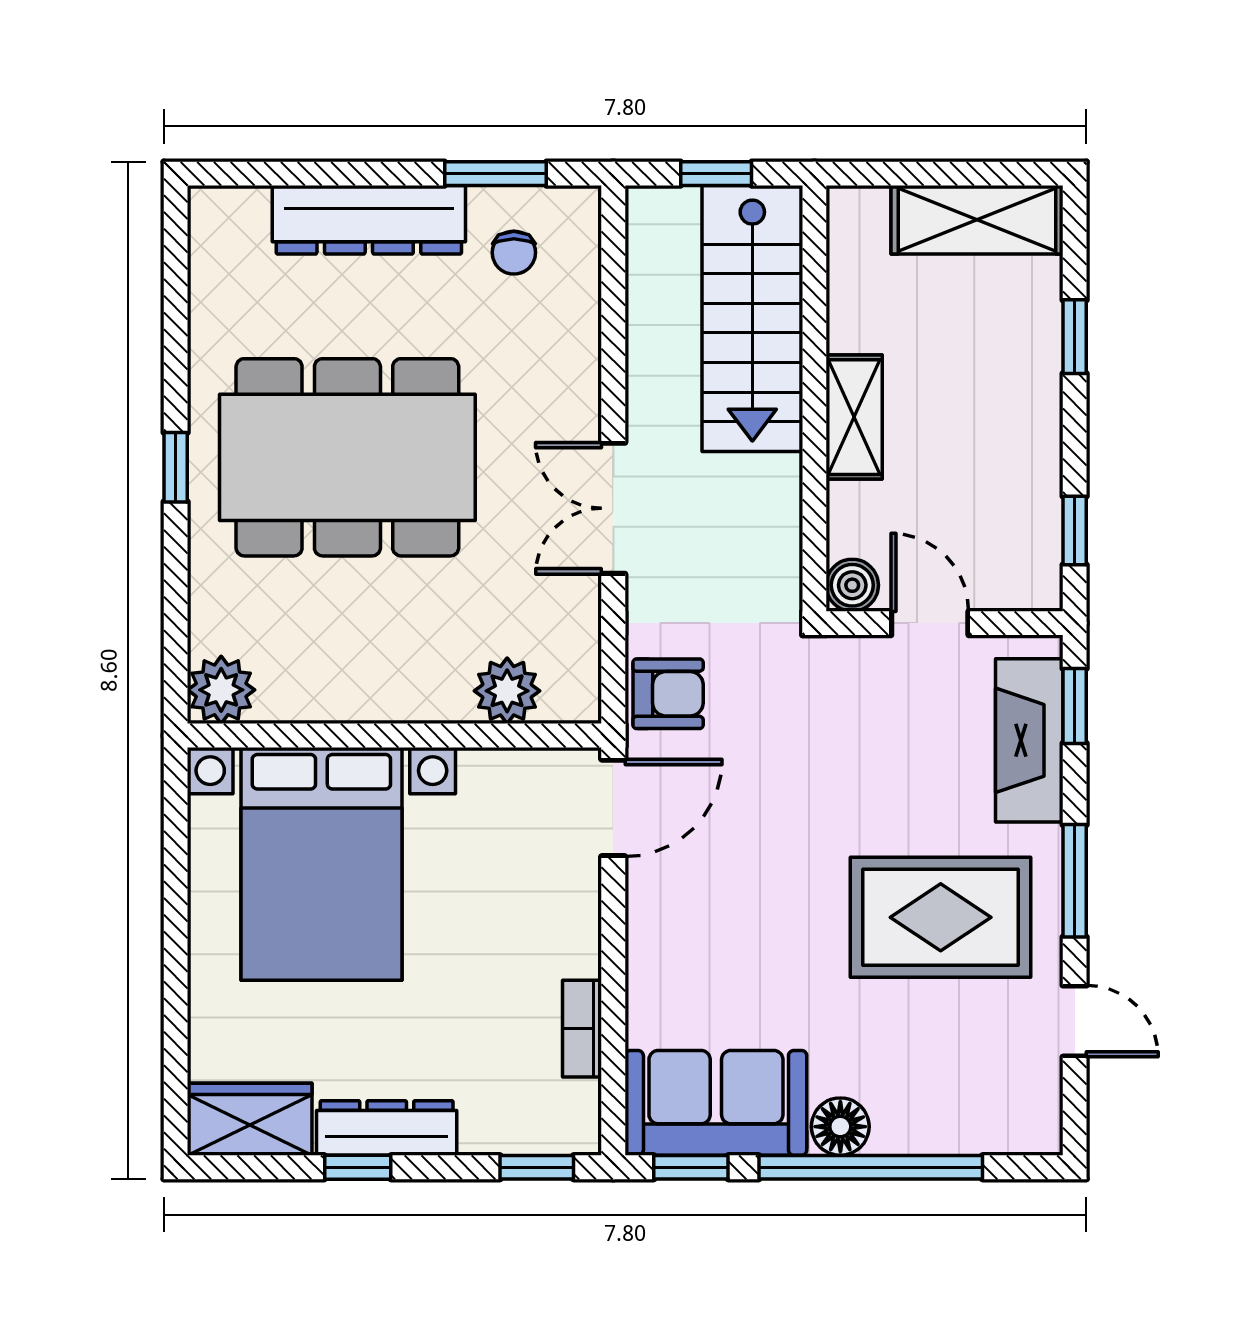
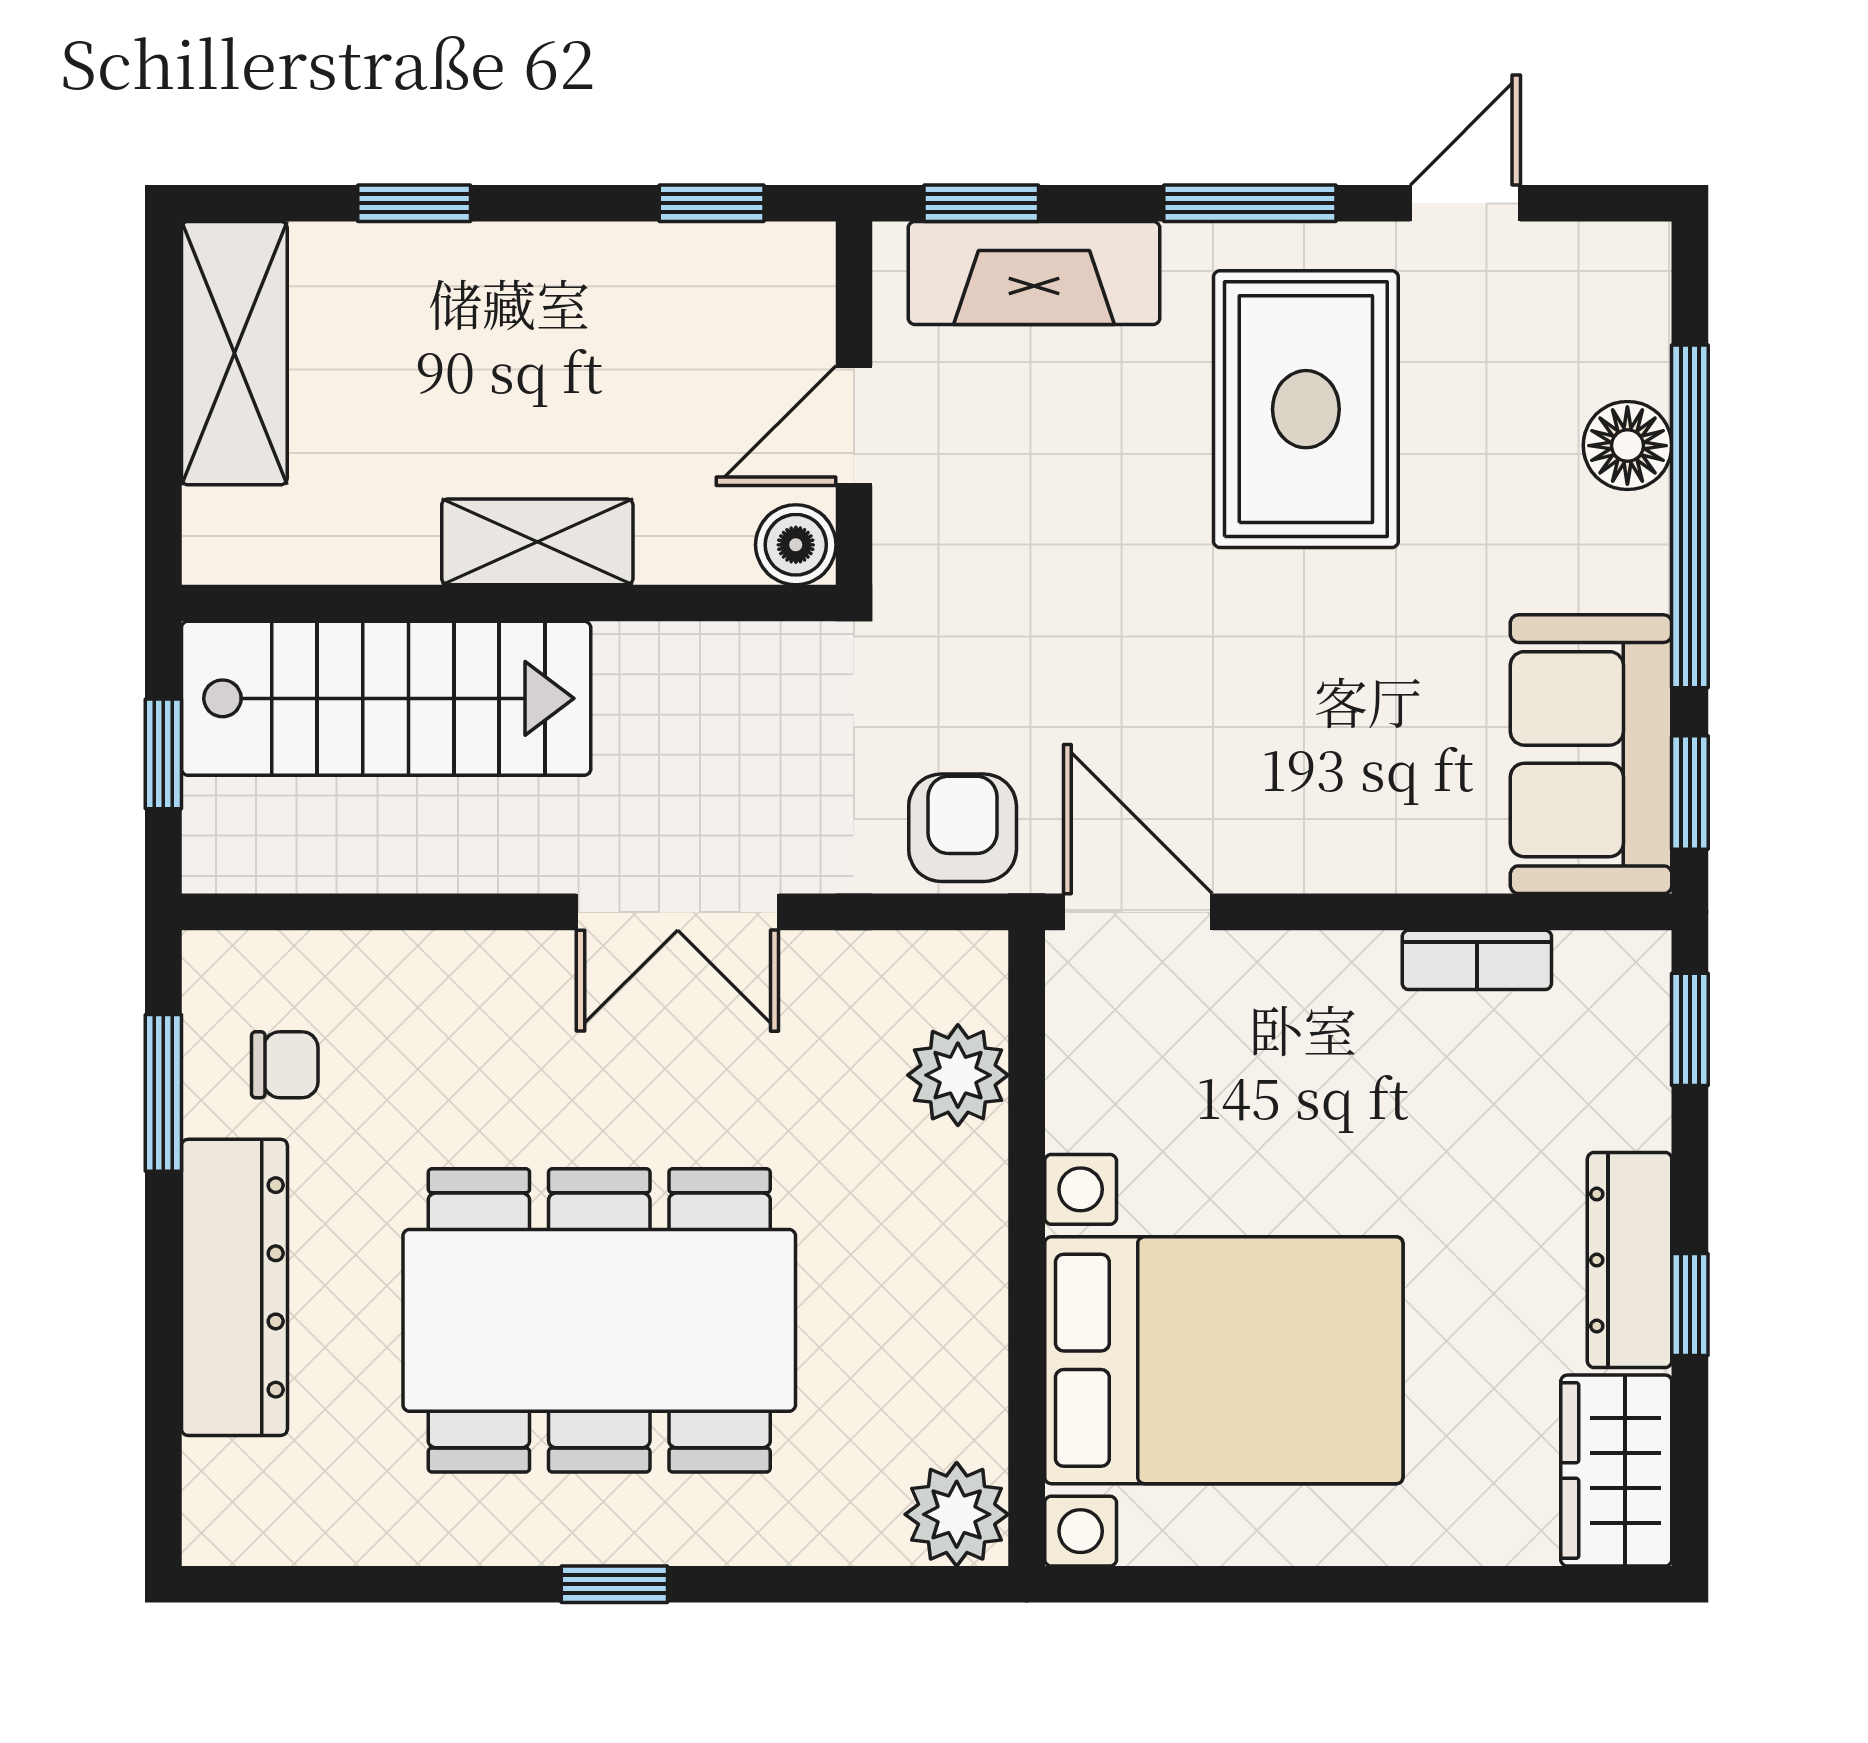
dining table: (347, 457) -> (599, 1320), turned 90
floor lamp: (840, 1127) -> (1627, 446), moved

